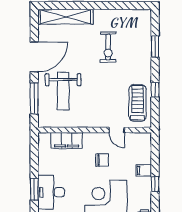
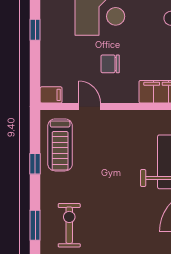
exercise bike: (108, 47) -> (69, 225), moved
filing cabinet: (144, 170) -> (51, 95), moved

